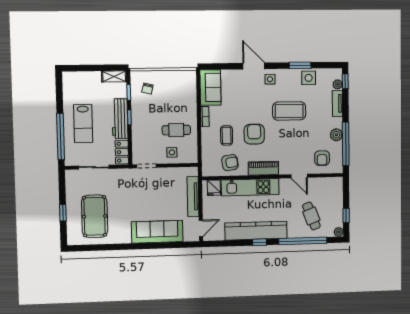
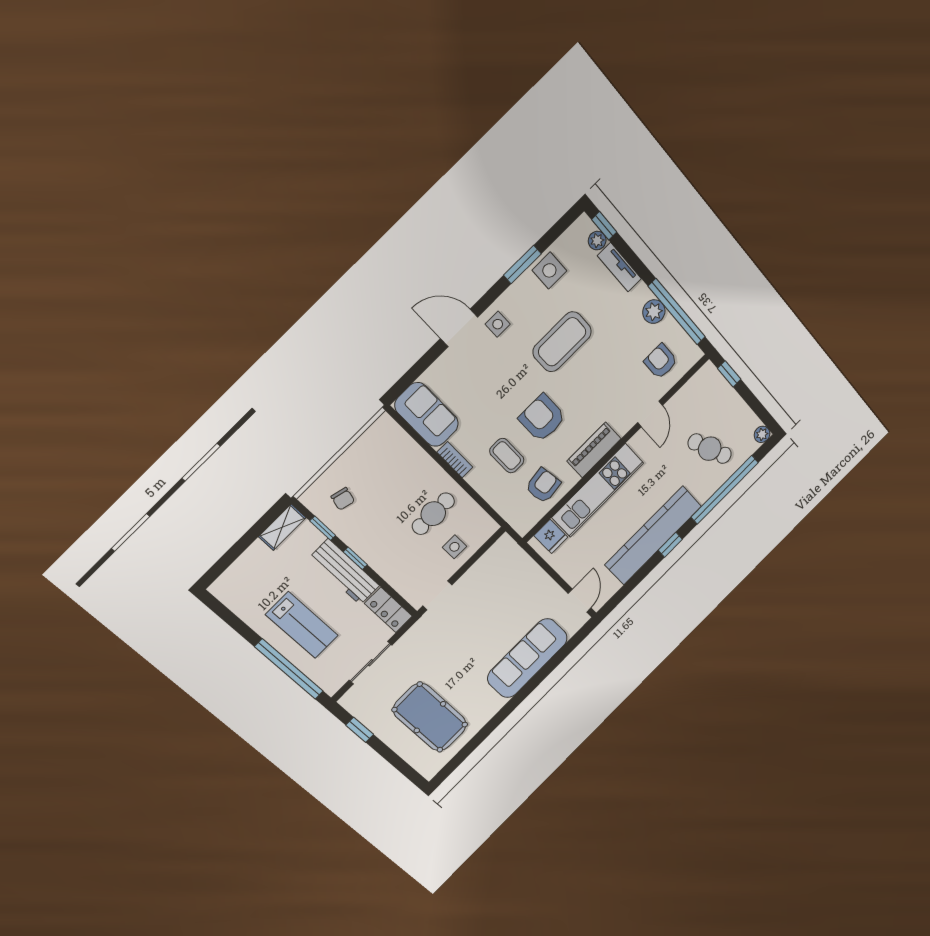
armchair: (322, 158) -> (661, 361), turned 180
door: (299, 176) -> (650, 414), hinge flipped
tv unit: (193, 196) -> (534, 573), removed
window: (63, 213) -> (360, 730), moved
window: (346, 216) -> (729, 374), moved

